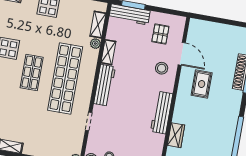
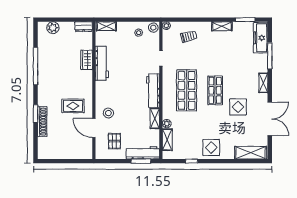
shop shelf: (65, 78) -> (187, 90), width x0.71
rug: (202, 84) -> (73, 106), turned 90
workbench: (162, 113) -> (102, 63), moved
trolley: (51, 141) -> (189, 36), added

